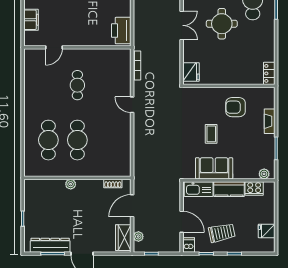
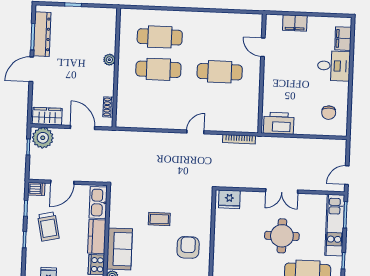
cafe table: (77, 85) -> (220, 72), width x1.37, depth x1.35
sofa: (214, 168) -> (120, 249), moved
plant: (138, 237) -> (43, 138), width x1.87, depth x1.87

